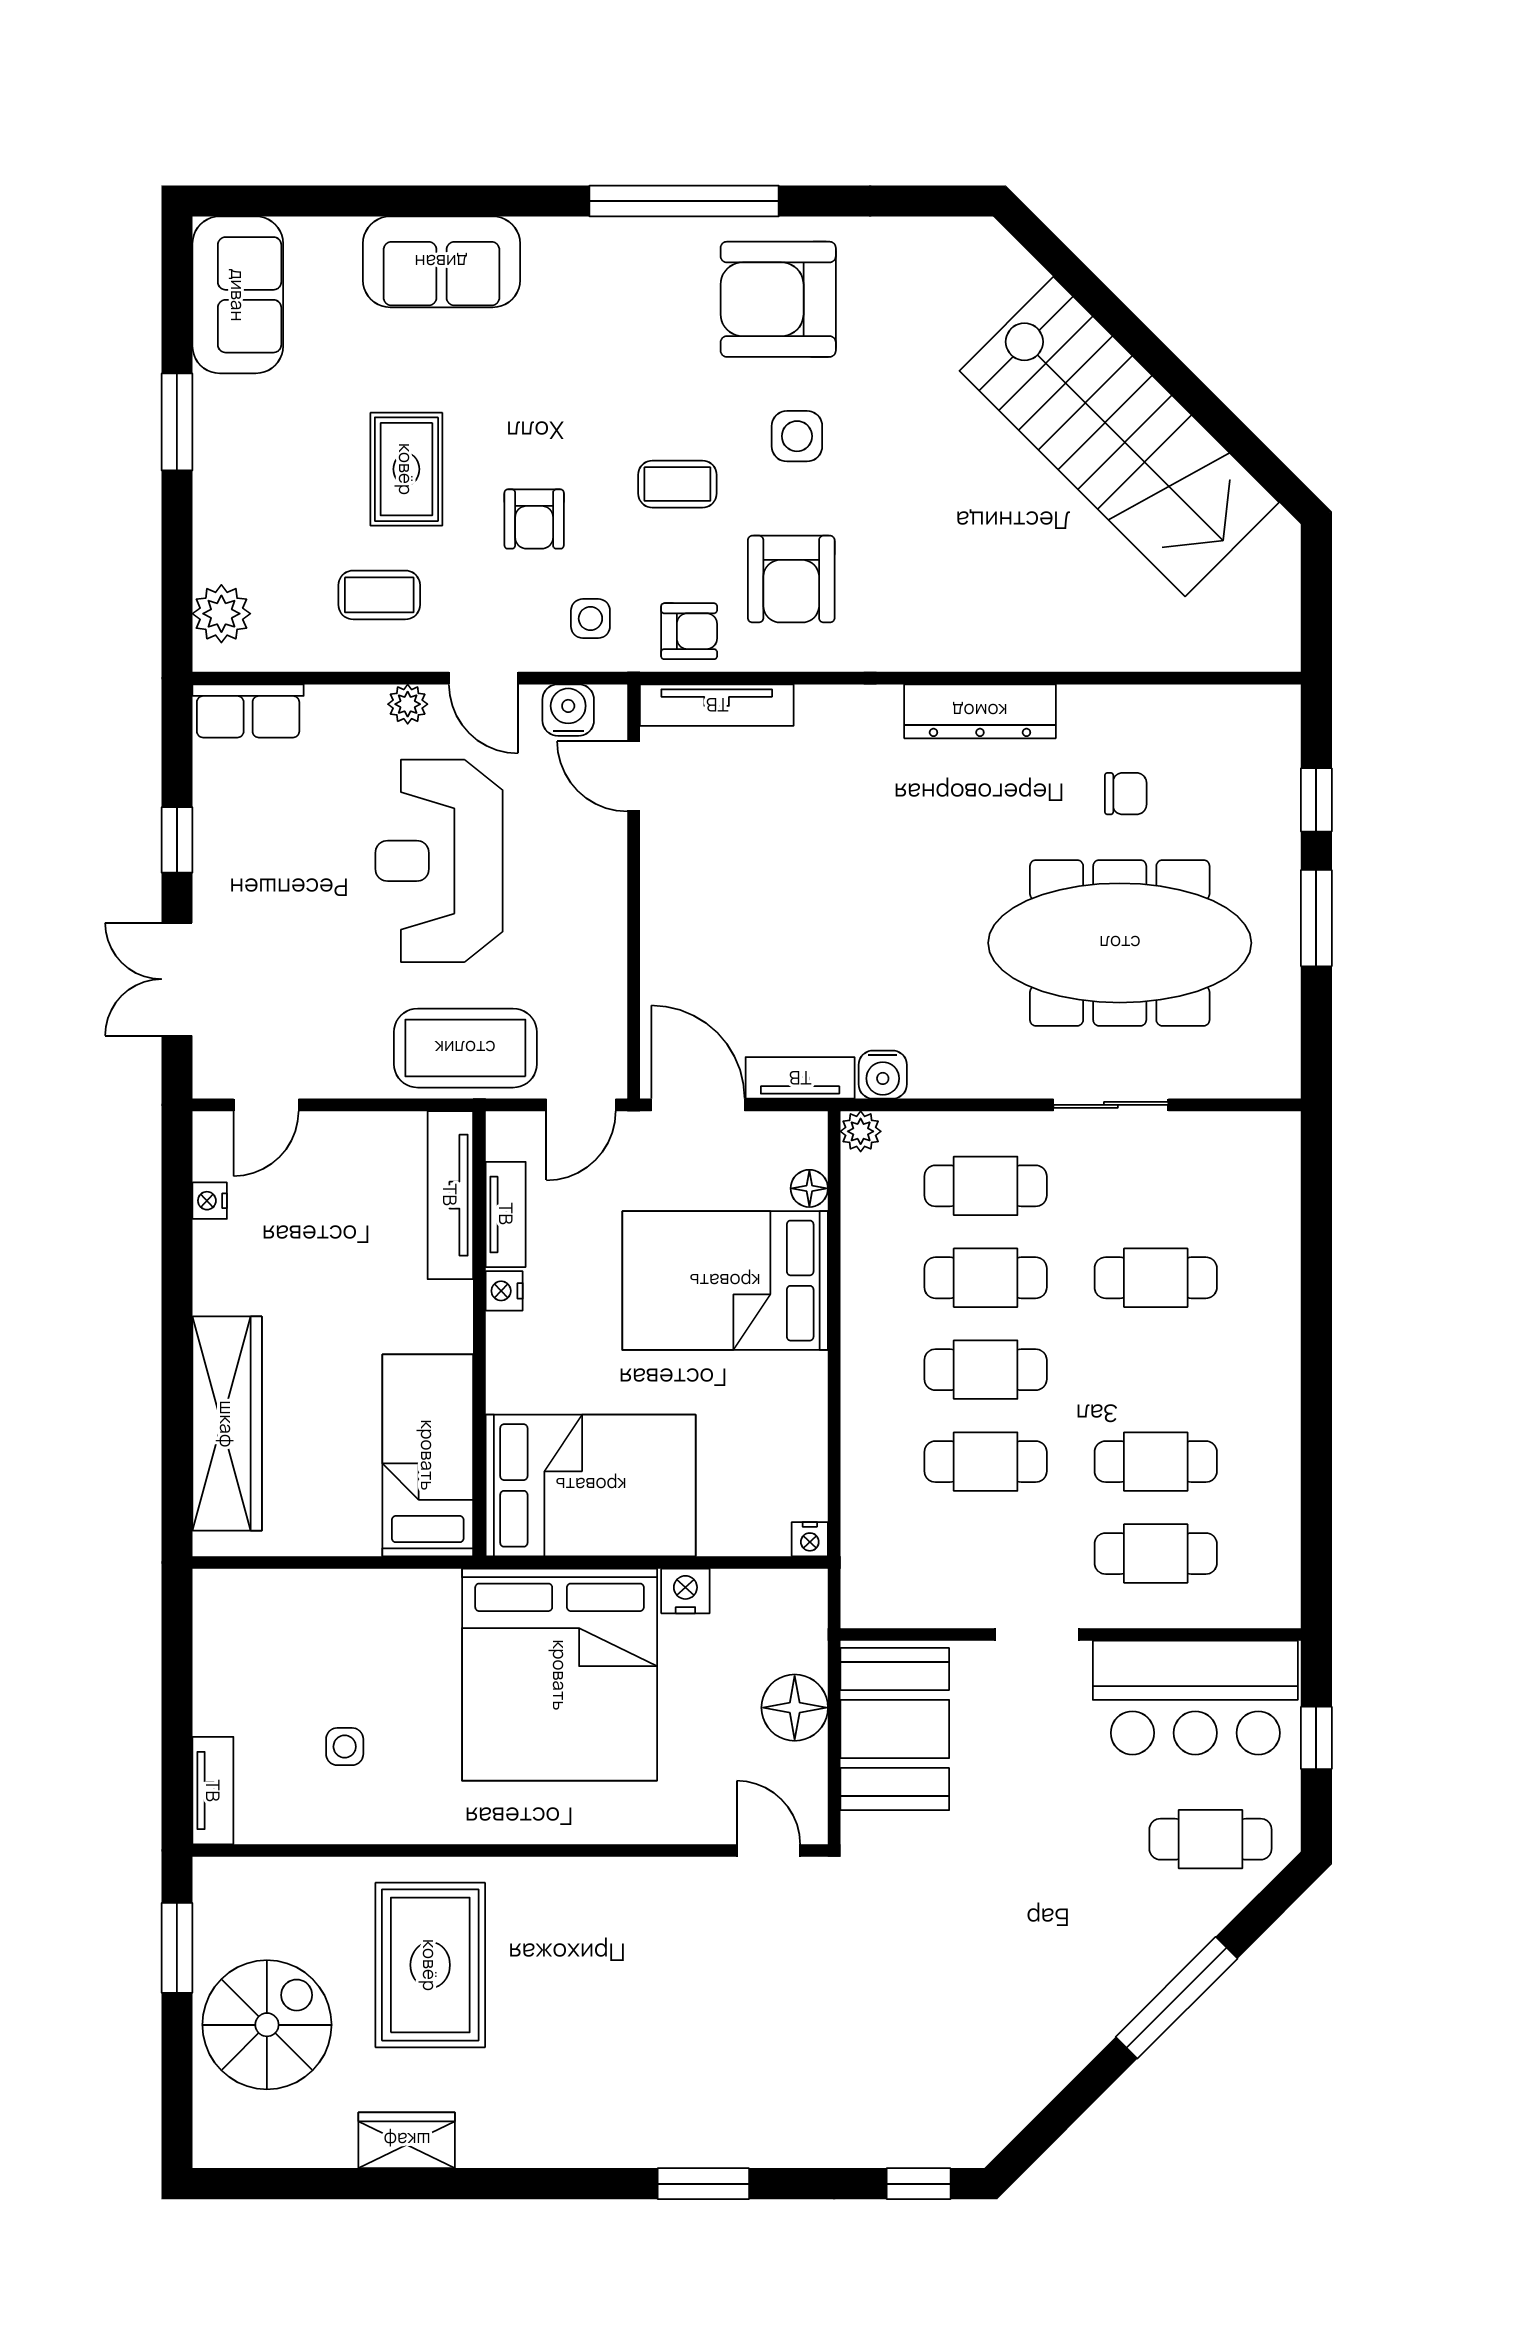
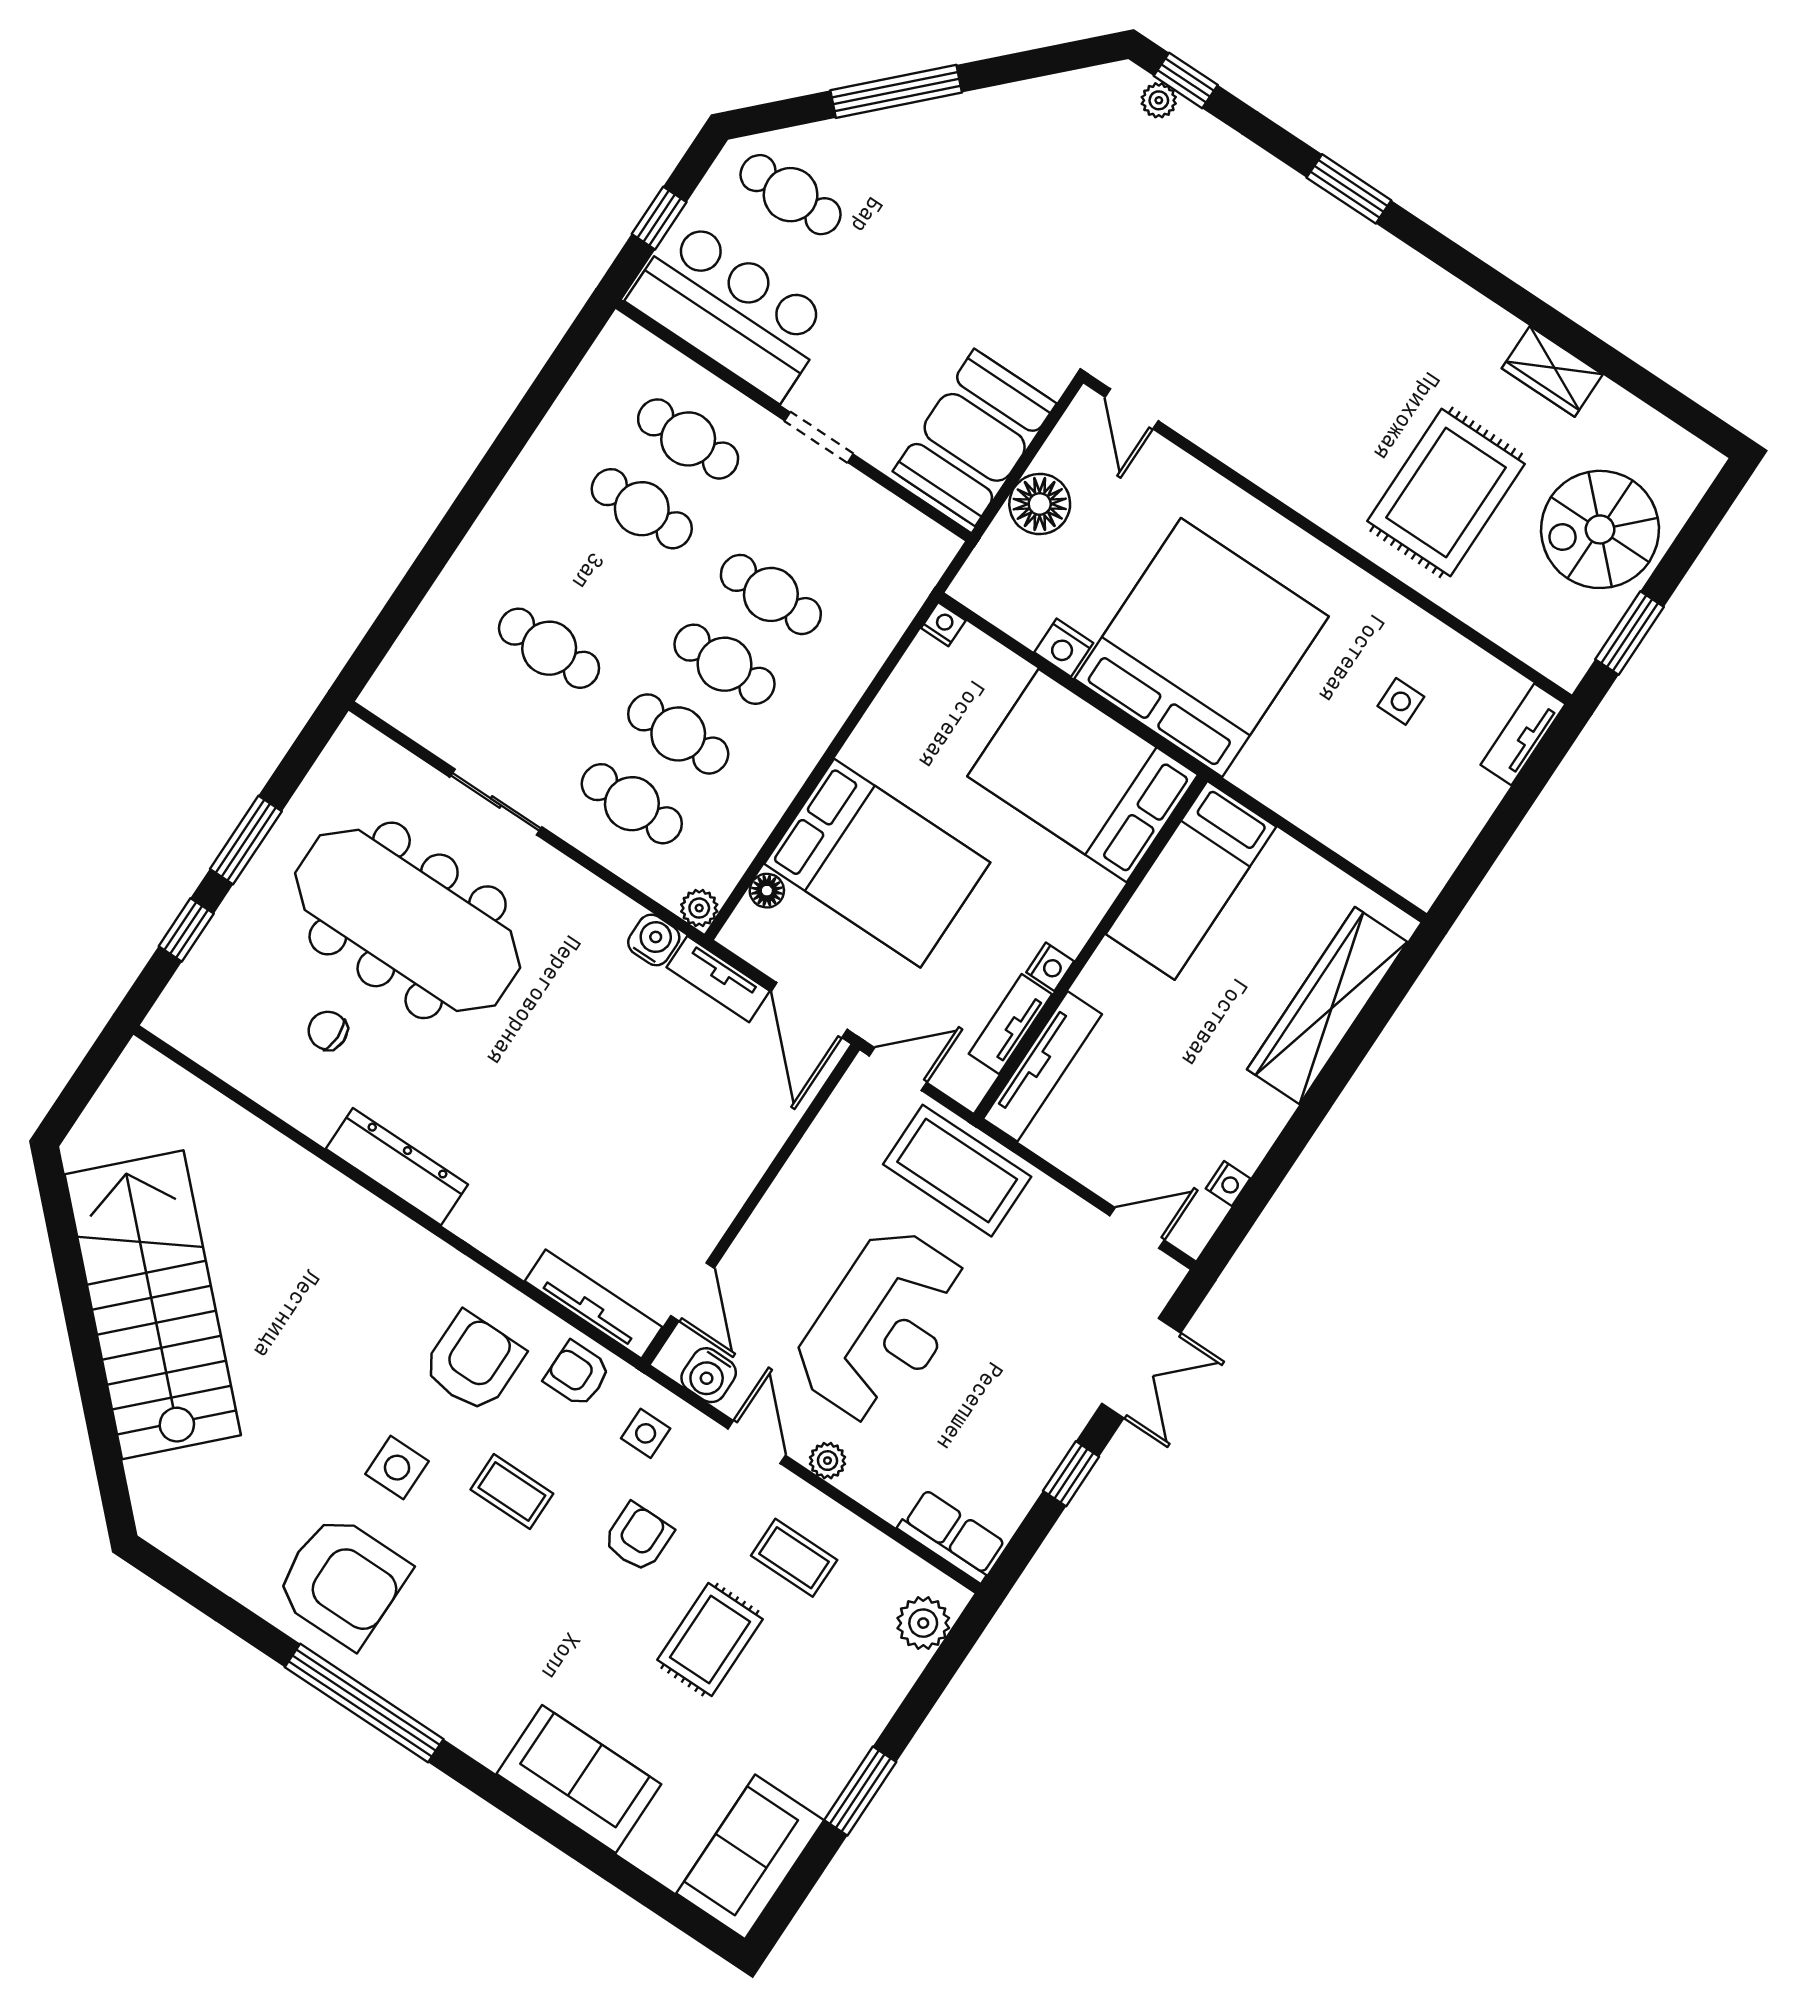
plant: (931, 2149) -> (1159, 100), added

